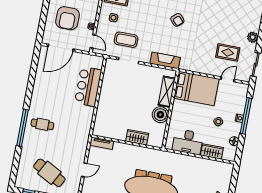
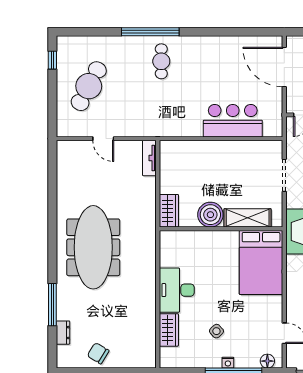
bed: (196, 89) -> (261, 262), moved
shelving: (167, 92) -> (248, 218), moved
wall: (170, 110) -> (221, 229), moved
boiler: (160, 115) -> (210, 215), moved
floor lamp: (234, 141) -> (267, 361), moved

